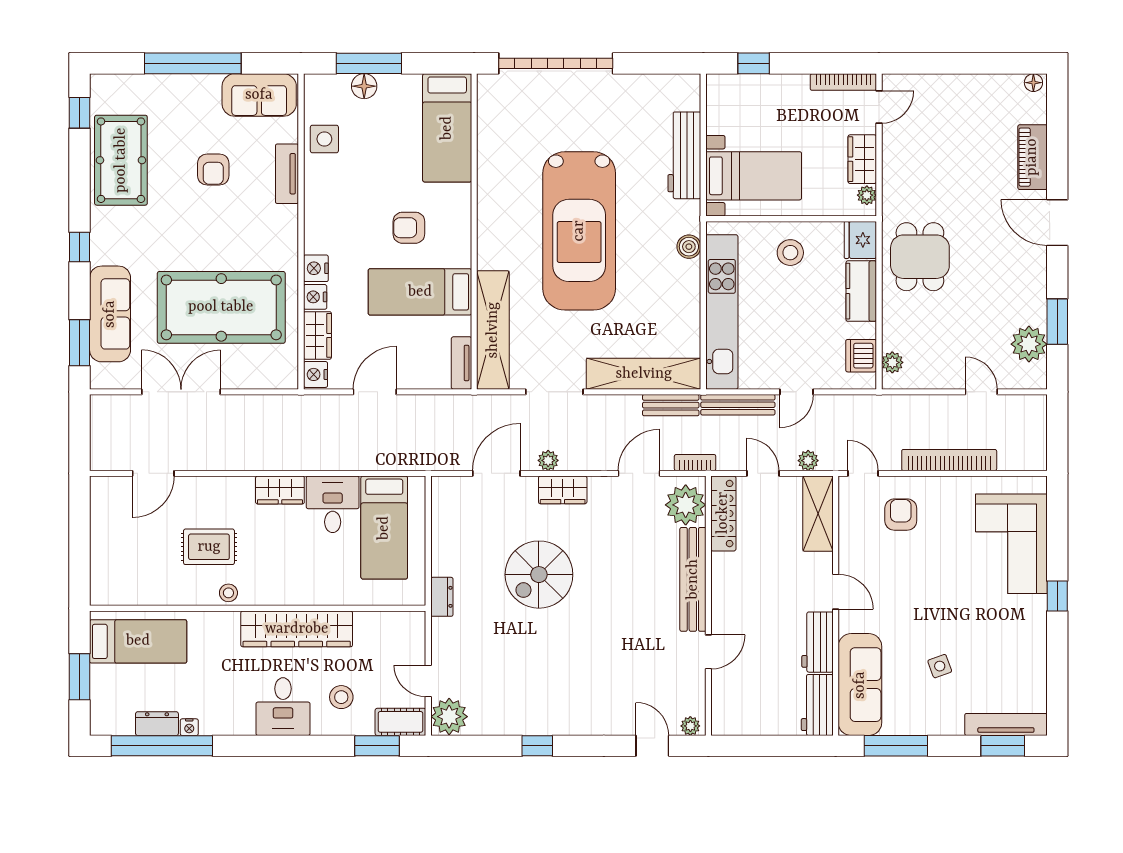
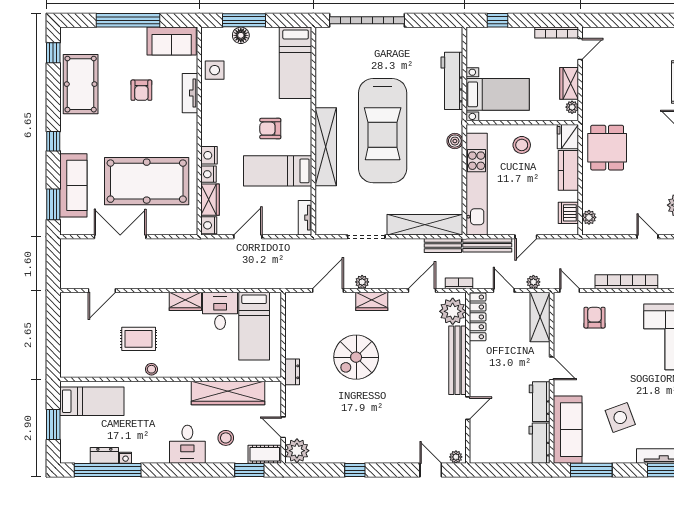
shelving: (493, 330) -> (326, 147), moved
wardrobe: (297, 629) -> (228, 393), moved
side table: (940, 666) -> (620, 417), width x1.87, depth x1.87

